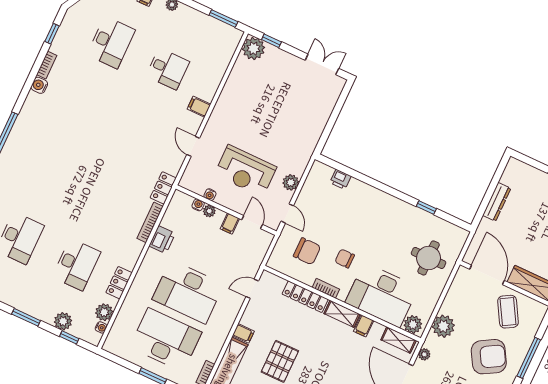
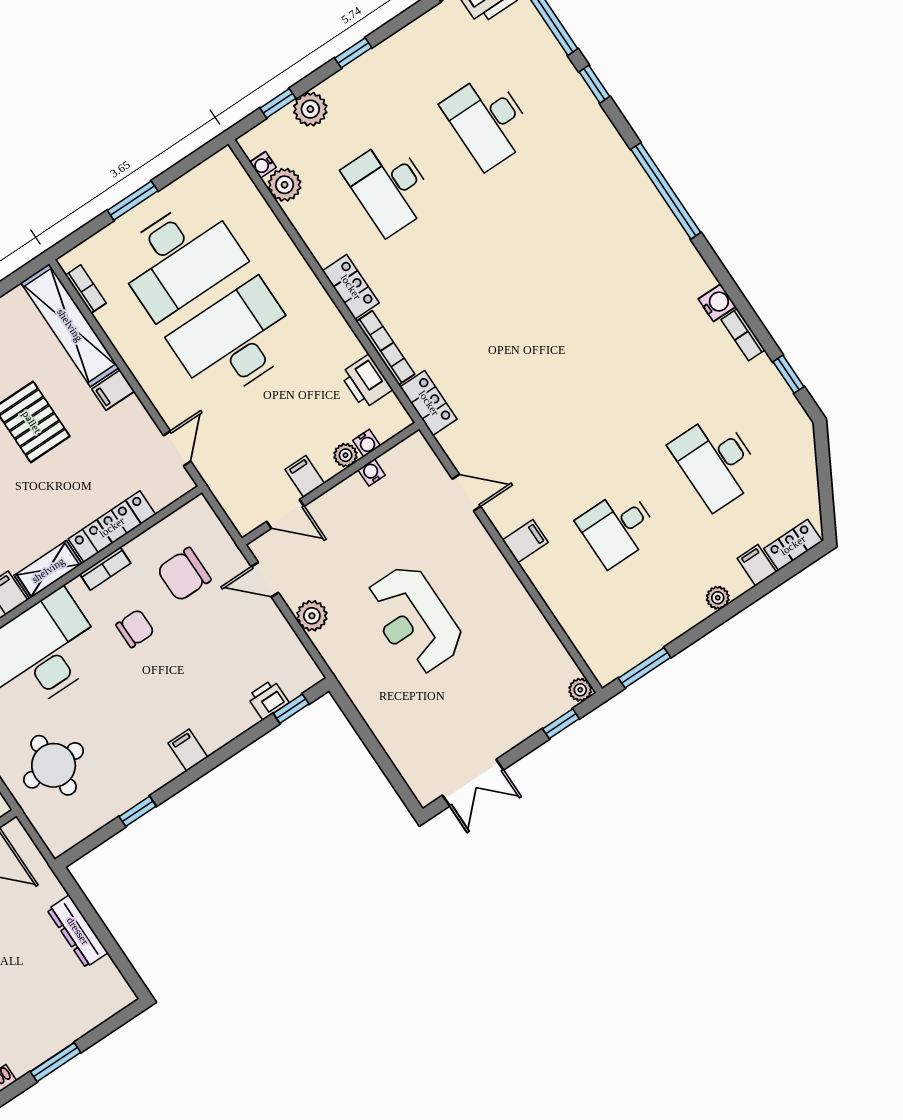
plant: (253, 48) -> (580, 690), width x0.53, depth x0.53
window: (338, 166) -> (291, 709), added
reception desk: (245, 171) -> (414, 620), moved, turned -90
filing cabinet: (385, 202) -> (188, 750), added
printer: (162, 240) -> (366, 382), moved
locker: (119, 283) -> (351, 287), moved
window: (26, 317) -> (353, 53), width x0.67

